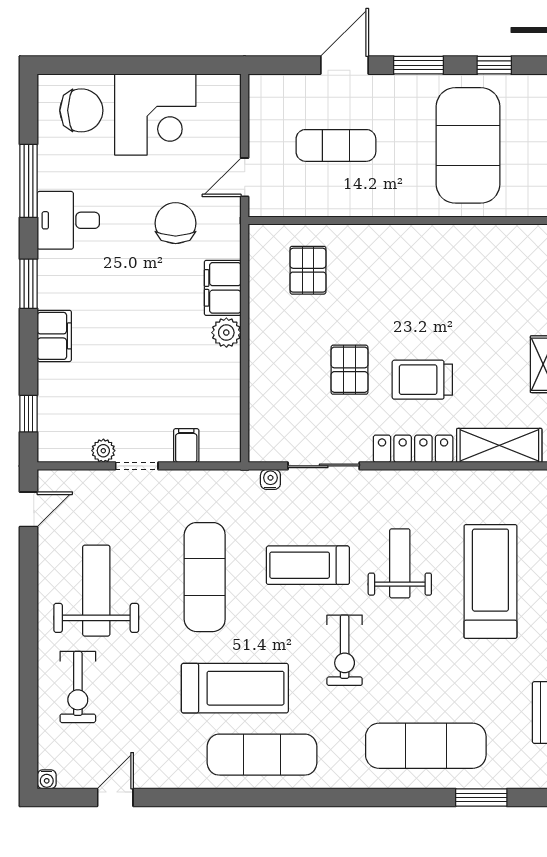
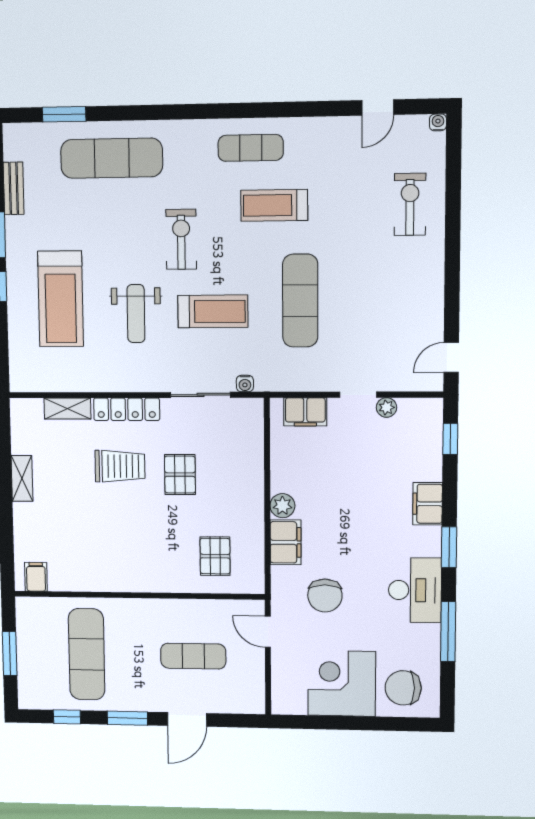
exercise mat: (468, 145) -> (87, 654), width x0.68
door: (245, 177) -> (268, 632), swing flipped
desk: (68, 220) -> (415, 590), width x1.37
filing cabinet: (529, 242) -> (36, 577), added
shelving: (499, 445) -> (67, 409), width x0.67, depth x0.75
filing cabinet: (186, 446) -> (305, 412), width x2.00
weight bench: (96, 591) -> (393, 288), removed
treadmill: (235, 688) -> (274, 205), width x0.73, depth x0.73
exercise mat: (262, 755) -> (251, 148), width x0.73, depth x0.69

